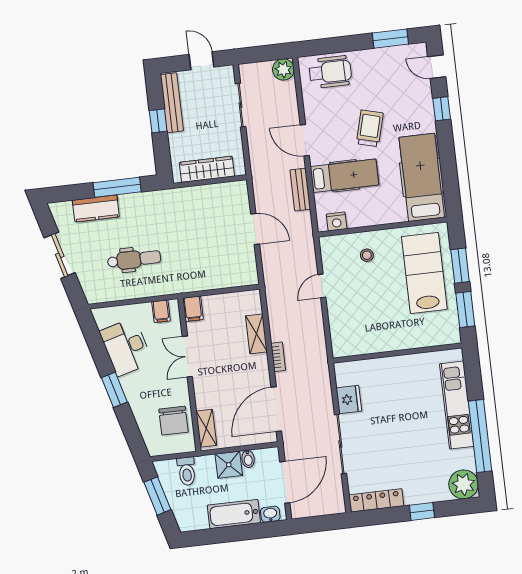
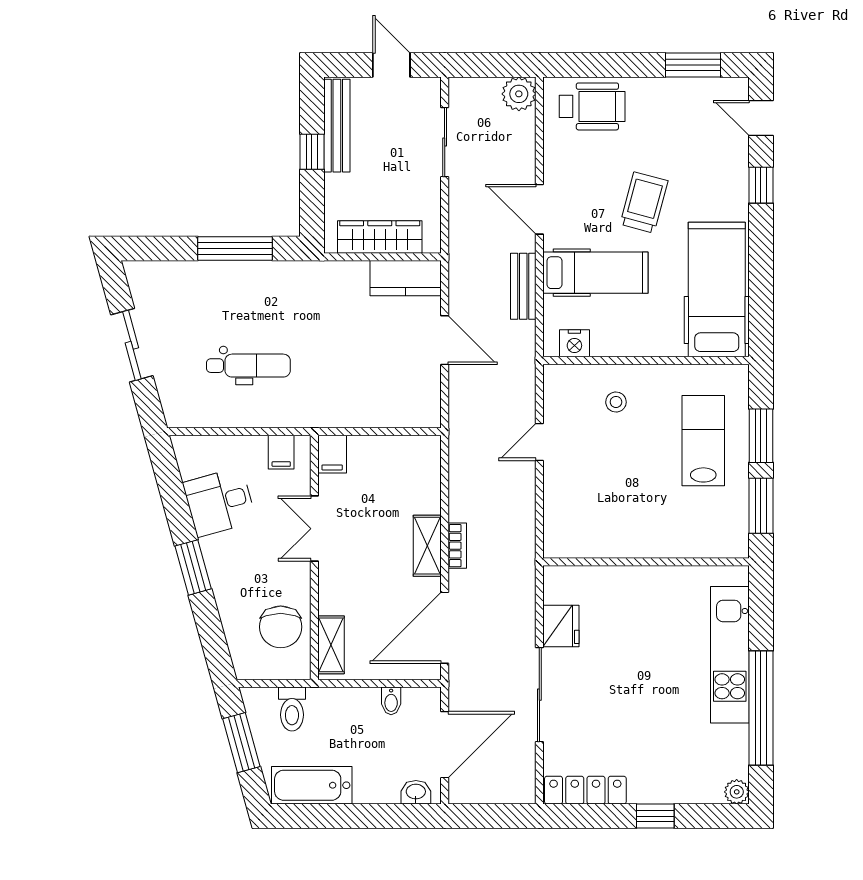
kitchen counter: (96, 208) -> (406, 278), moved
lab bench: (424, 273) -> (703, 441), width x0.73, depth x0.72
shelving: (256, 334) -> (427, 546), moved
desk: (126, 347) -> (220, 502), width x0.73
shower: (229, 465) -> (360, 707), removed
plant: (464, 484) -> (737, 792), width x0.53, depth x0.53
bathtub: (234, 514) -> (312, 785), moved

